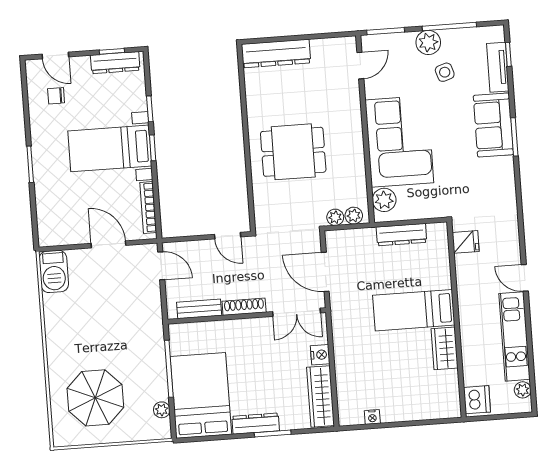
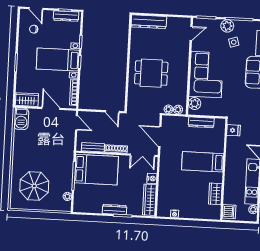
wardrobe: (60, 233) -> (27, 100), added
wardrobe: (445, 348) -> (215, 194), moved
bed: (201, 395) -> (96, 170), moved, turned 90

